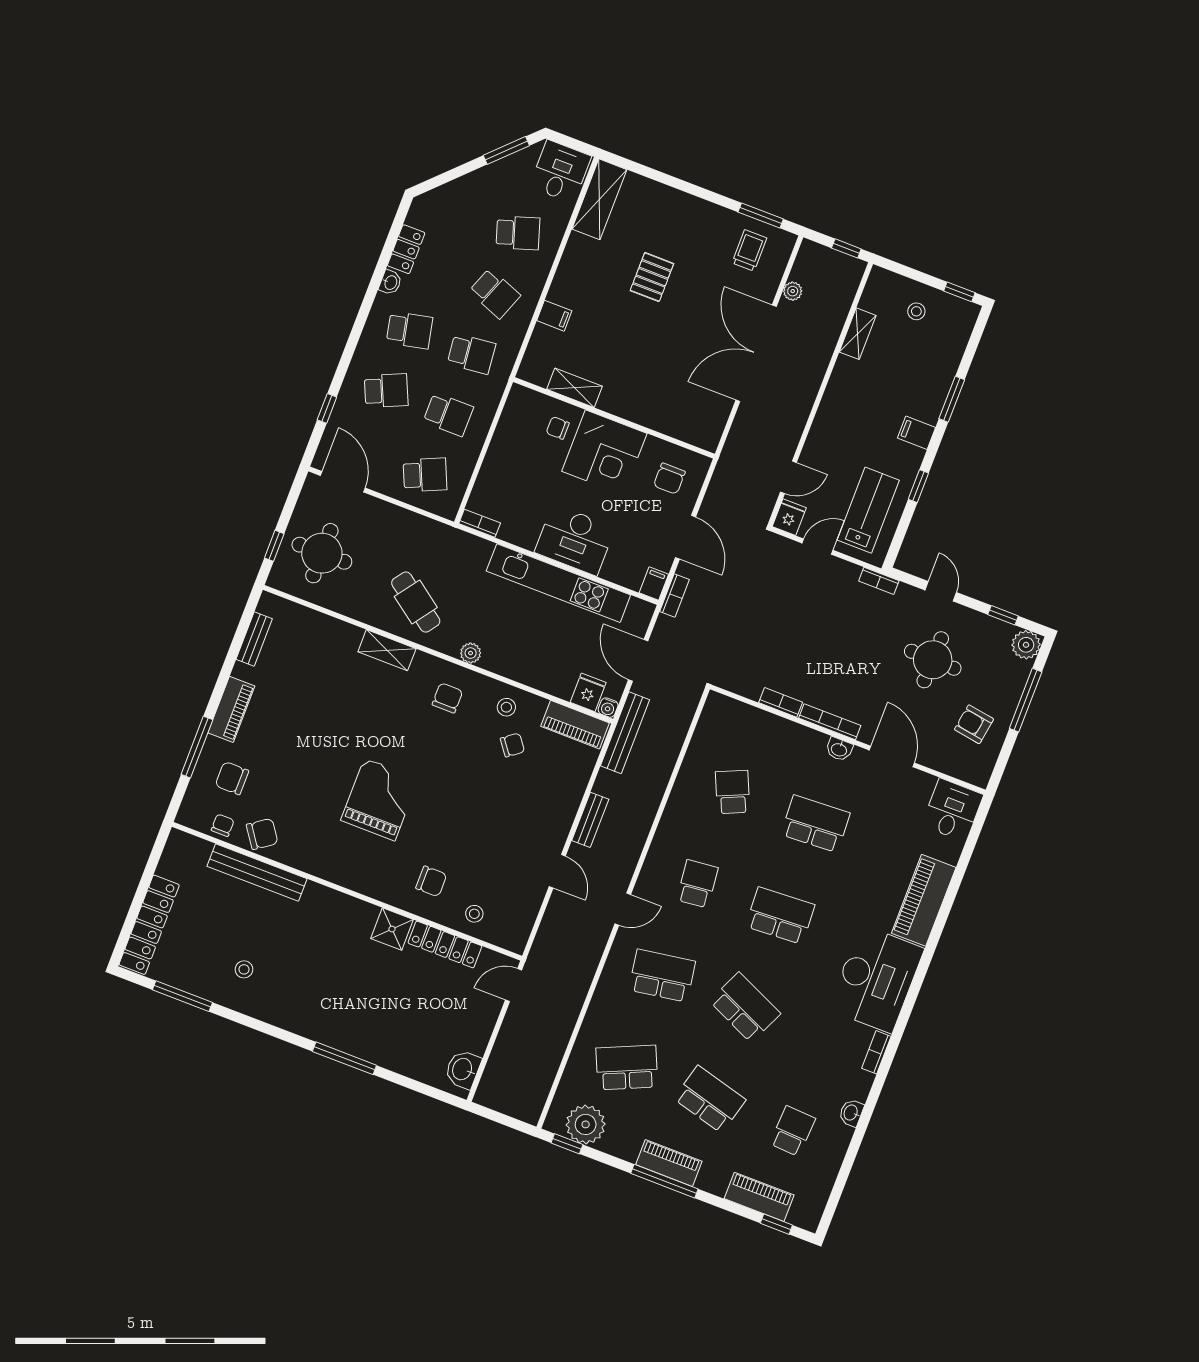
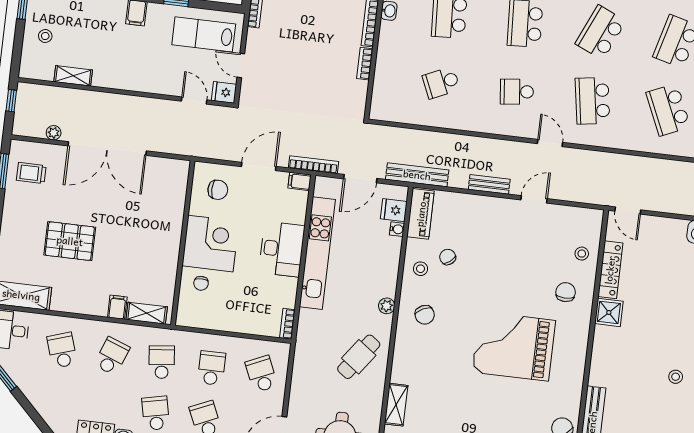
pallet: (652, 277) -> (70, 241), width x1.50, depth x1.42
shelving: (575, 388) -> (147, 313), moved, turned 90
bookcase: (674, 596) -> (313, 165), width x1.56
shelving: (387, 650) -> (396, 405), moved
chair: (447, 698) -> (425, 315), turned -116
water cooler: (608, 708) -> (397, 229), moved
grand piano: (380, 799) -> (514, 346), width x1.37, depth x1.48
stool: (244, 969) -> (676, 377), moved

